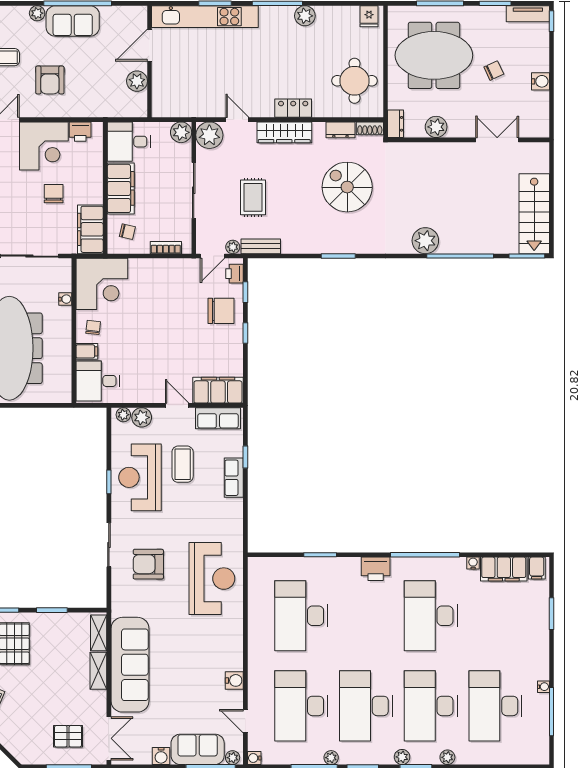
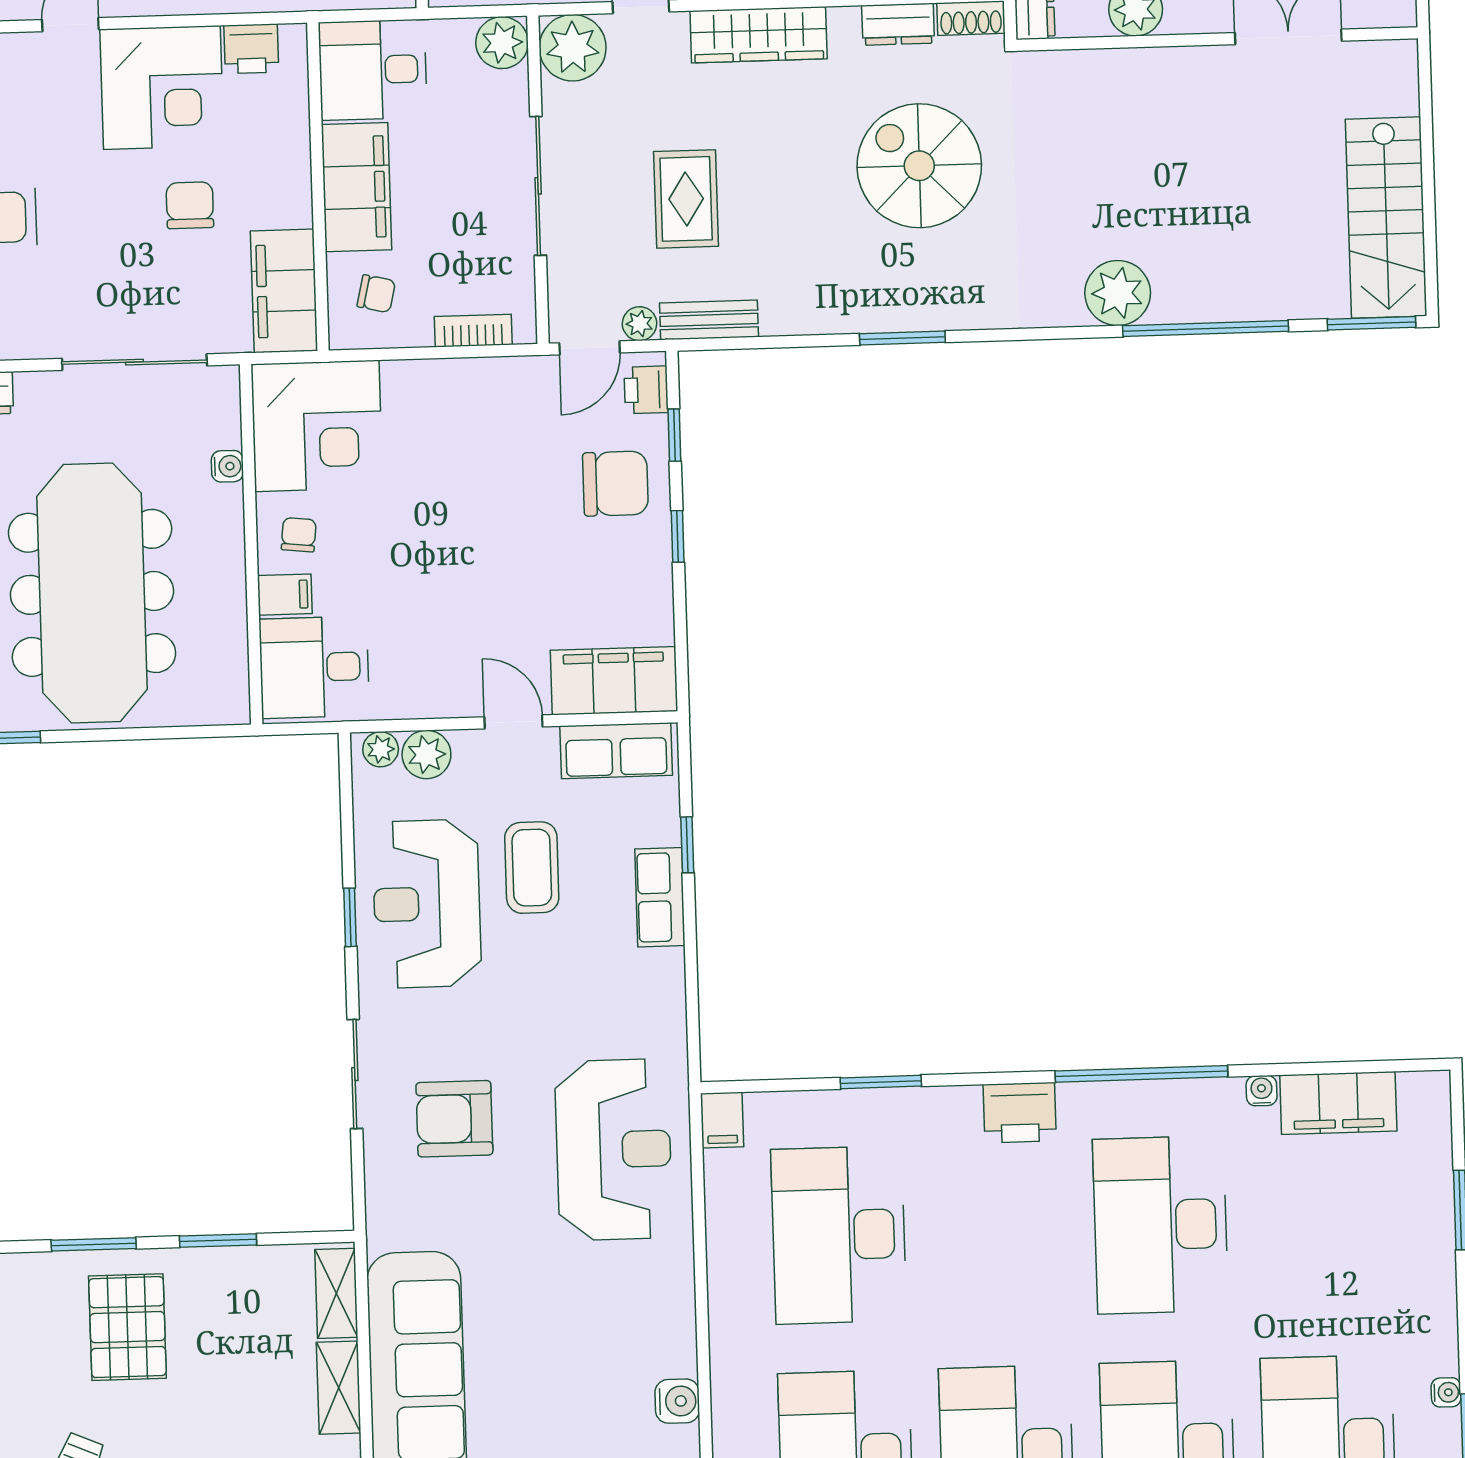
filing cabinet: (537, 568) -> (722, 1120), moved

